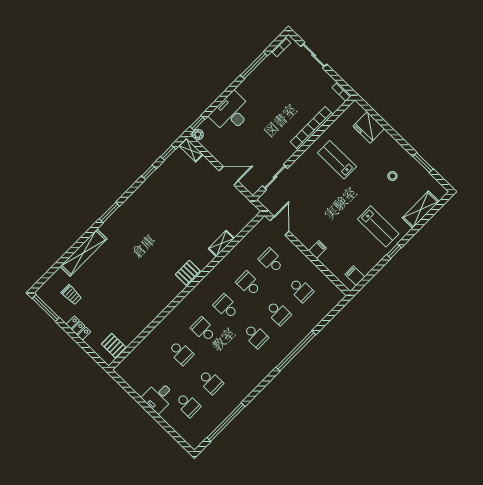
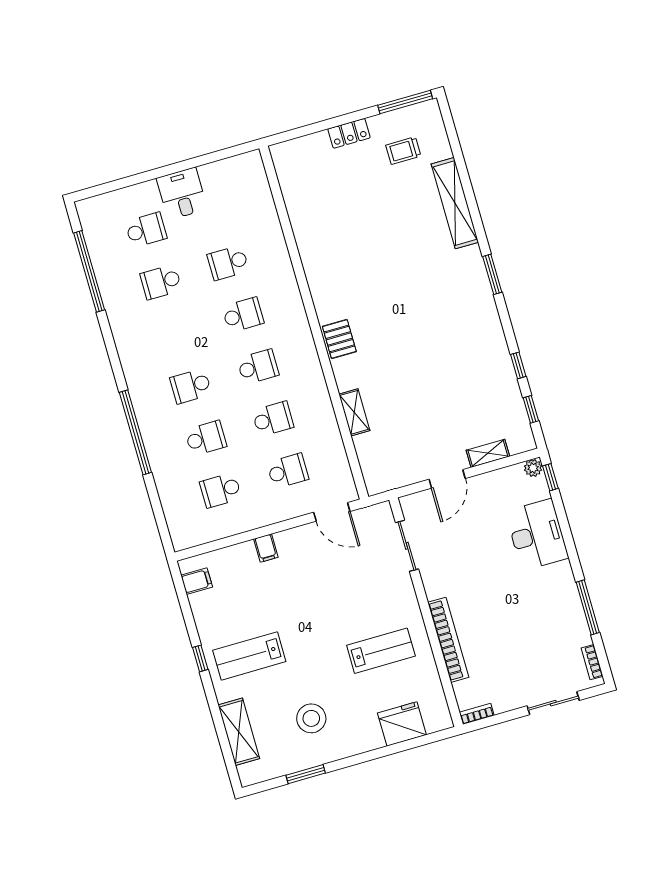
shelving: (191, 150) -> (488, 453), moved
stool: (392, 176) -> (311, 718), width x1.89, depth x1.89
school desk: (278, 313) -> (206, 438), turned 180
pallet: (114, 346) -> (294, 170), removed
school desk: (188, 405) -> (146, 230), turned 180

